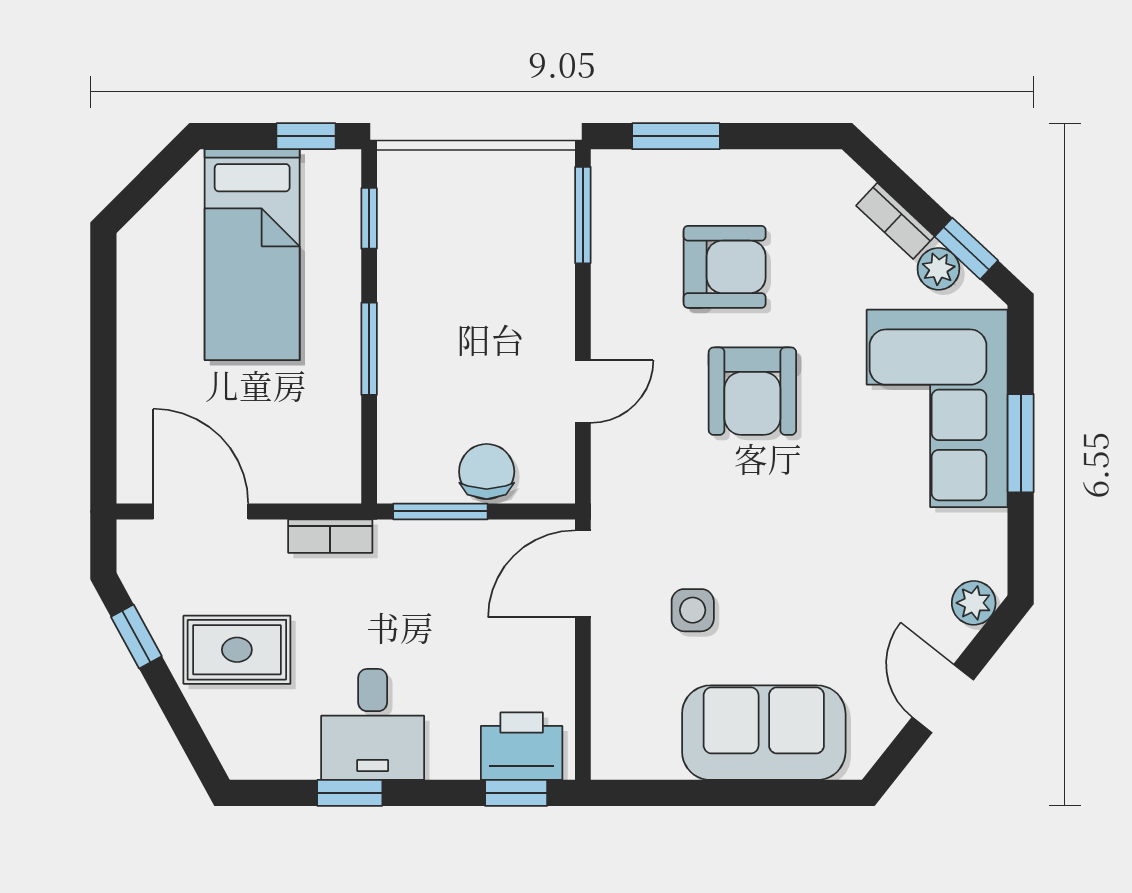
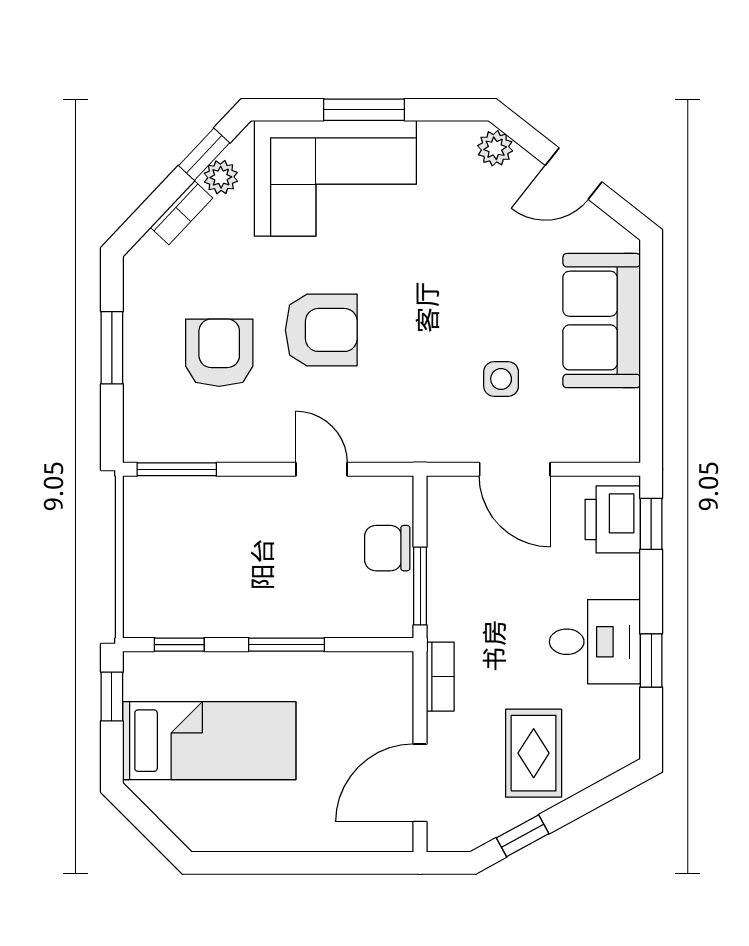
window: (676, 136) -> (112, 348), moved
door: (583, 574) -> (515, 469), moved

